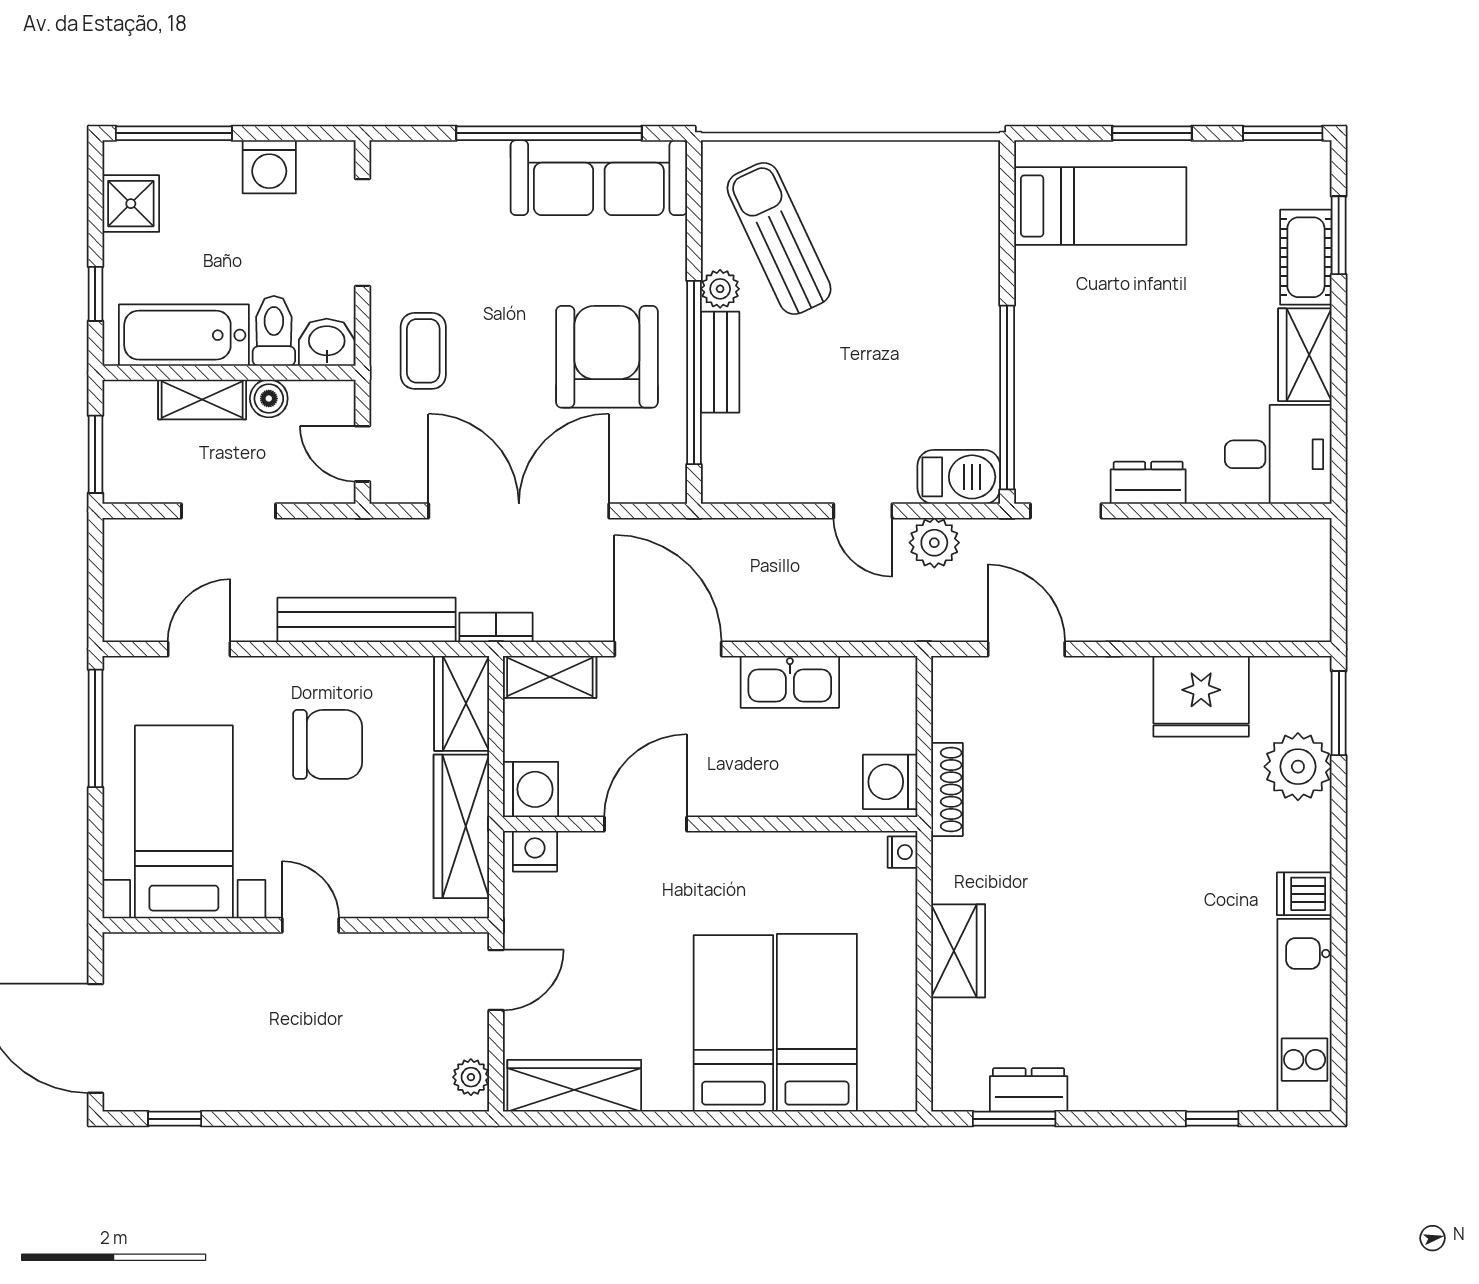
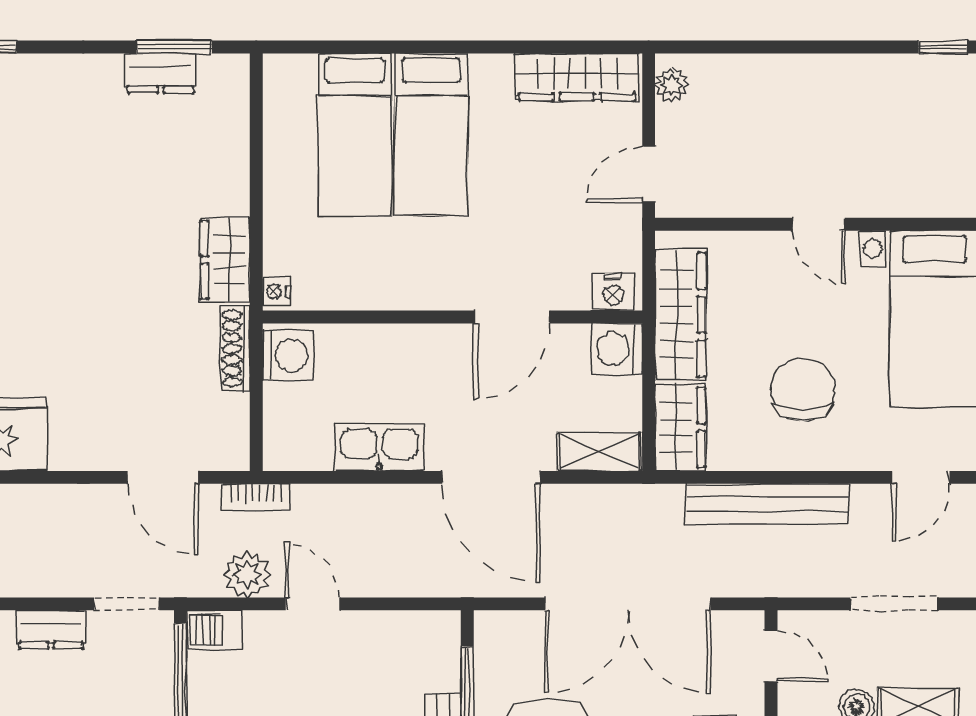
barbecue: (959, 477) -> (214, 630), width x0.73, depth x0.79
bookcase: (496, 627) -> (256, 497), moved
chair: (328, 744) -> (803, 390), turned 90
wardrobe: (958, 951) -> (225, 260), moved

